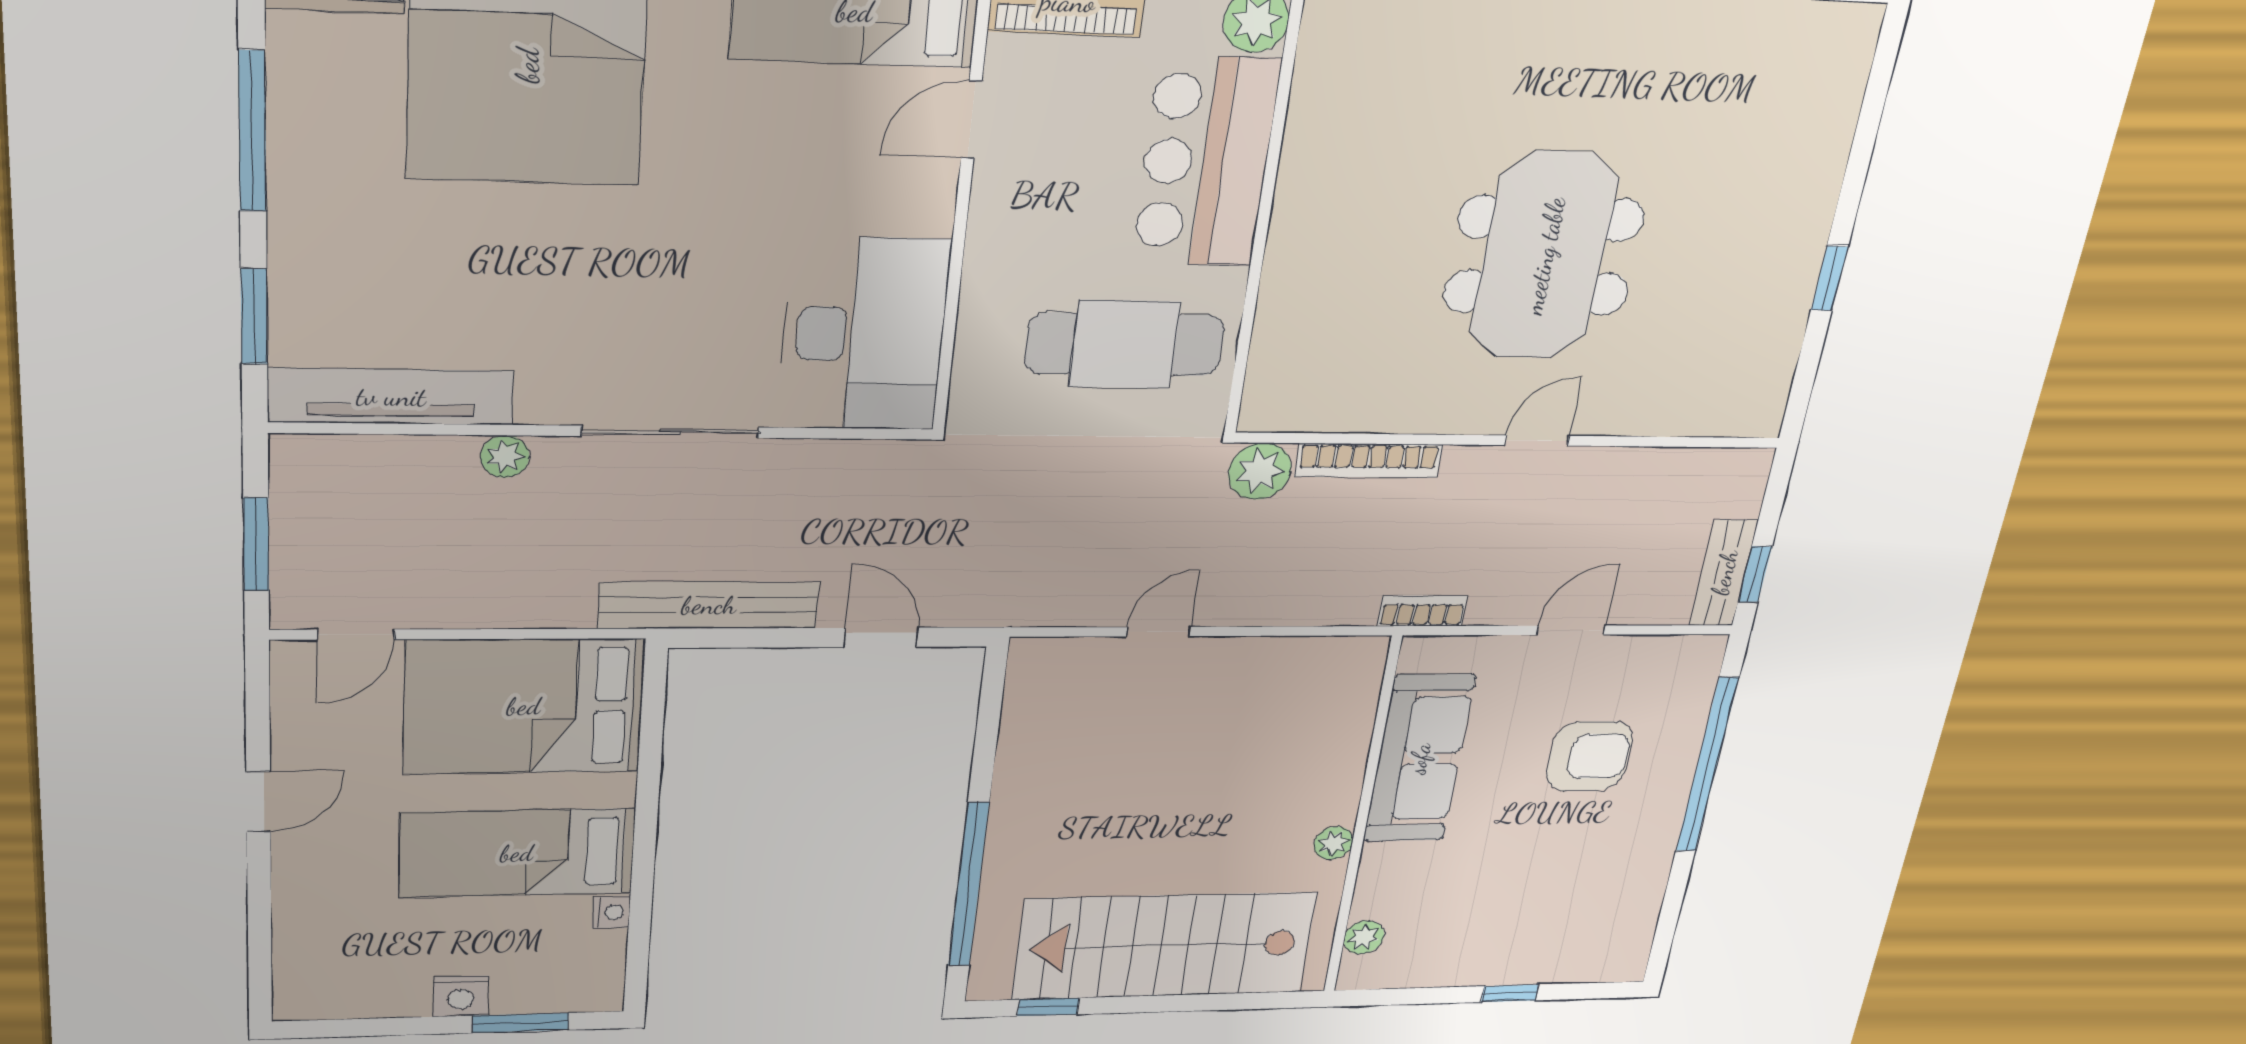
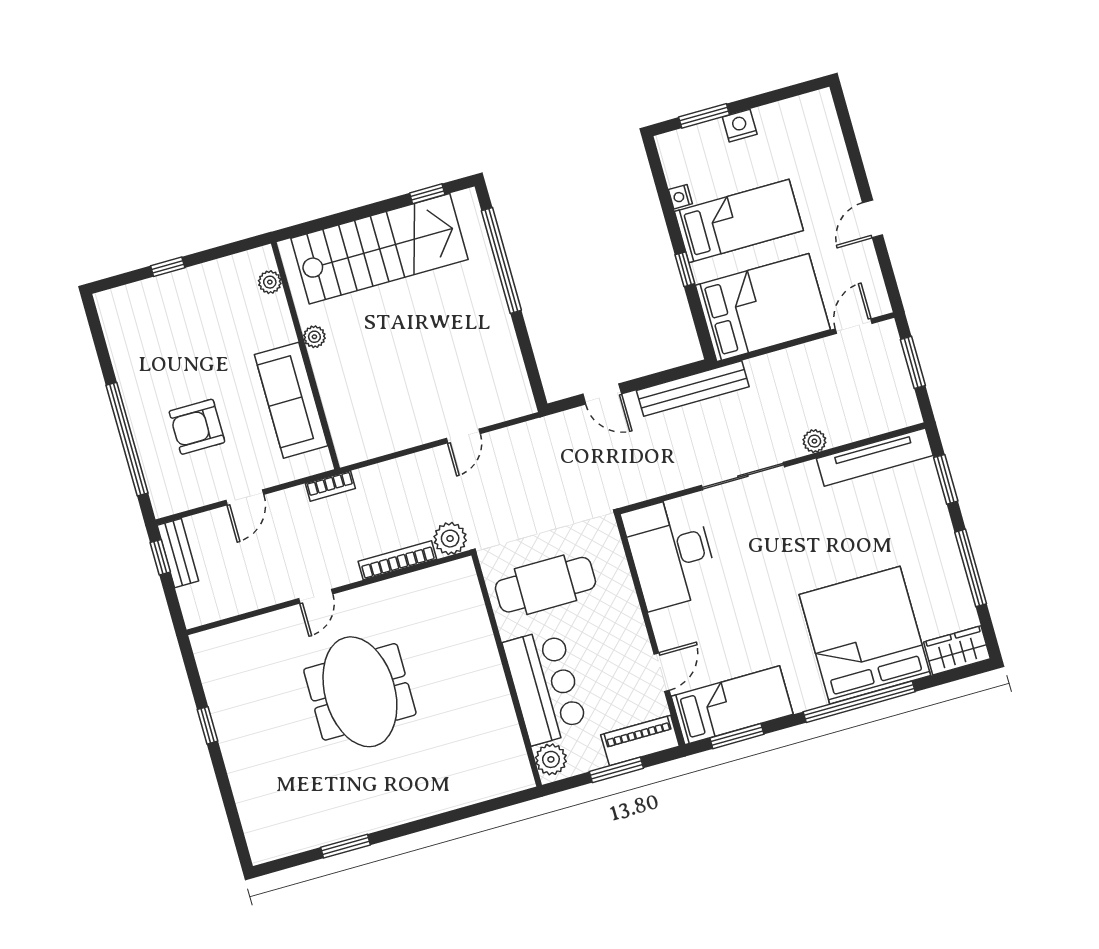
window: (647, 800) -> (685, 269), added

